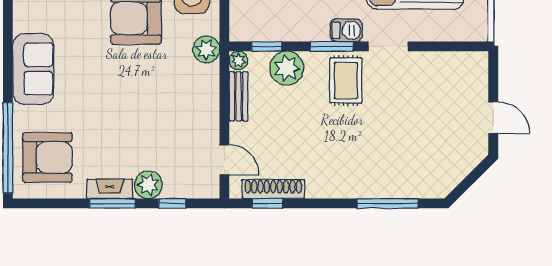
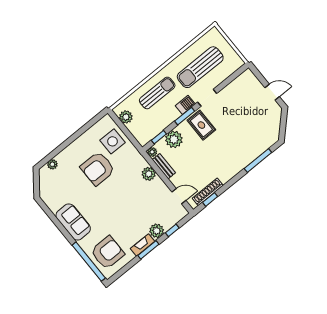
plant: (206, 49) -> (149, 174), moved

